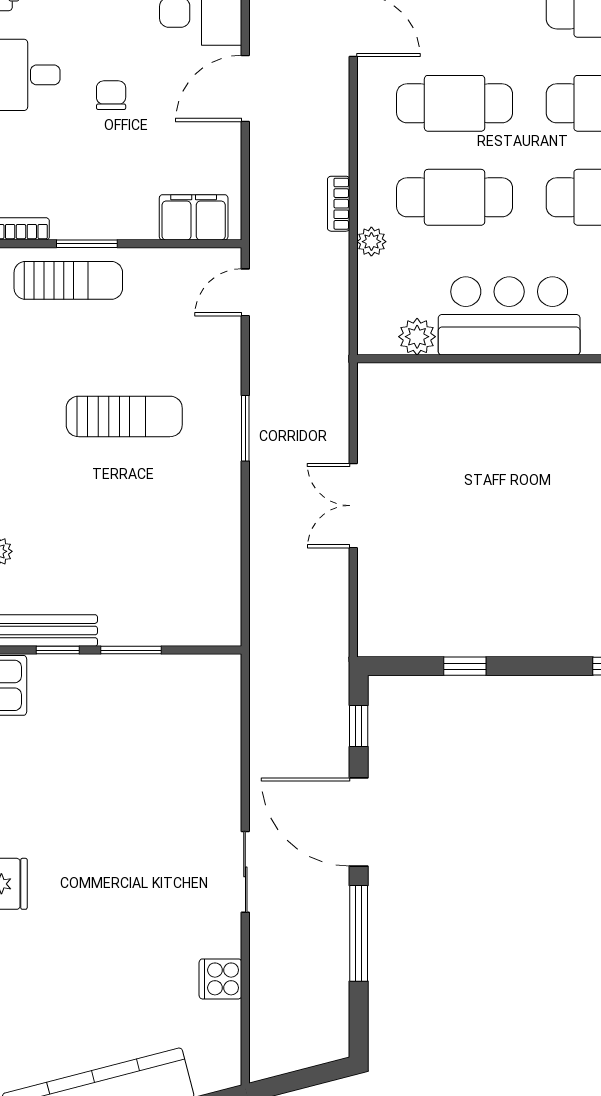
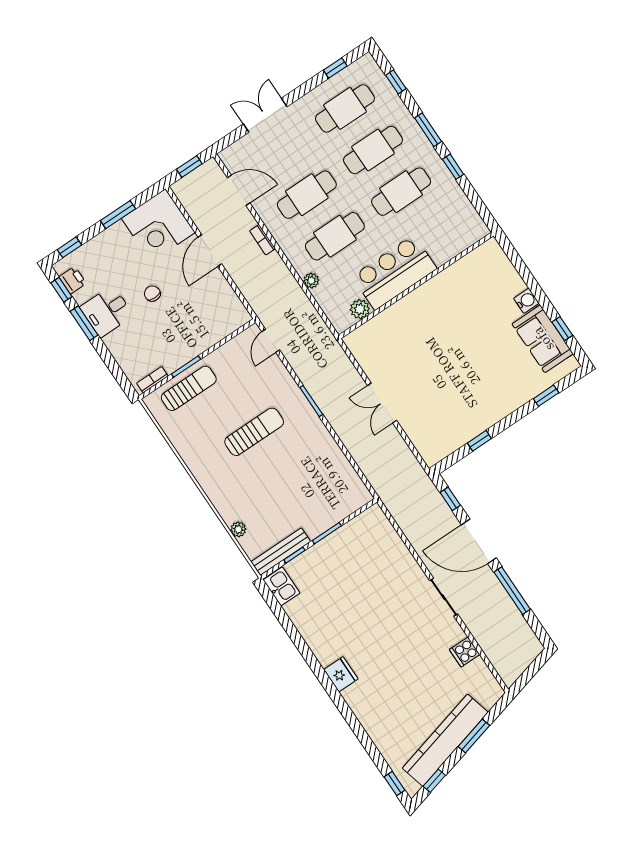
bookcase: (339, 204) -> (263, 240), moved
filing cabinet: (194, 217) -> (225, 323), removed

